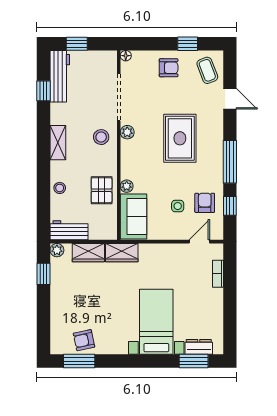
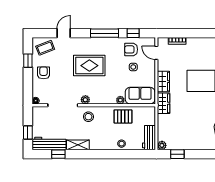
shelving: (58, 143) -> (78, 145), moved
wardrobe: (88, 253) -> (163, 82), moved

